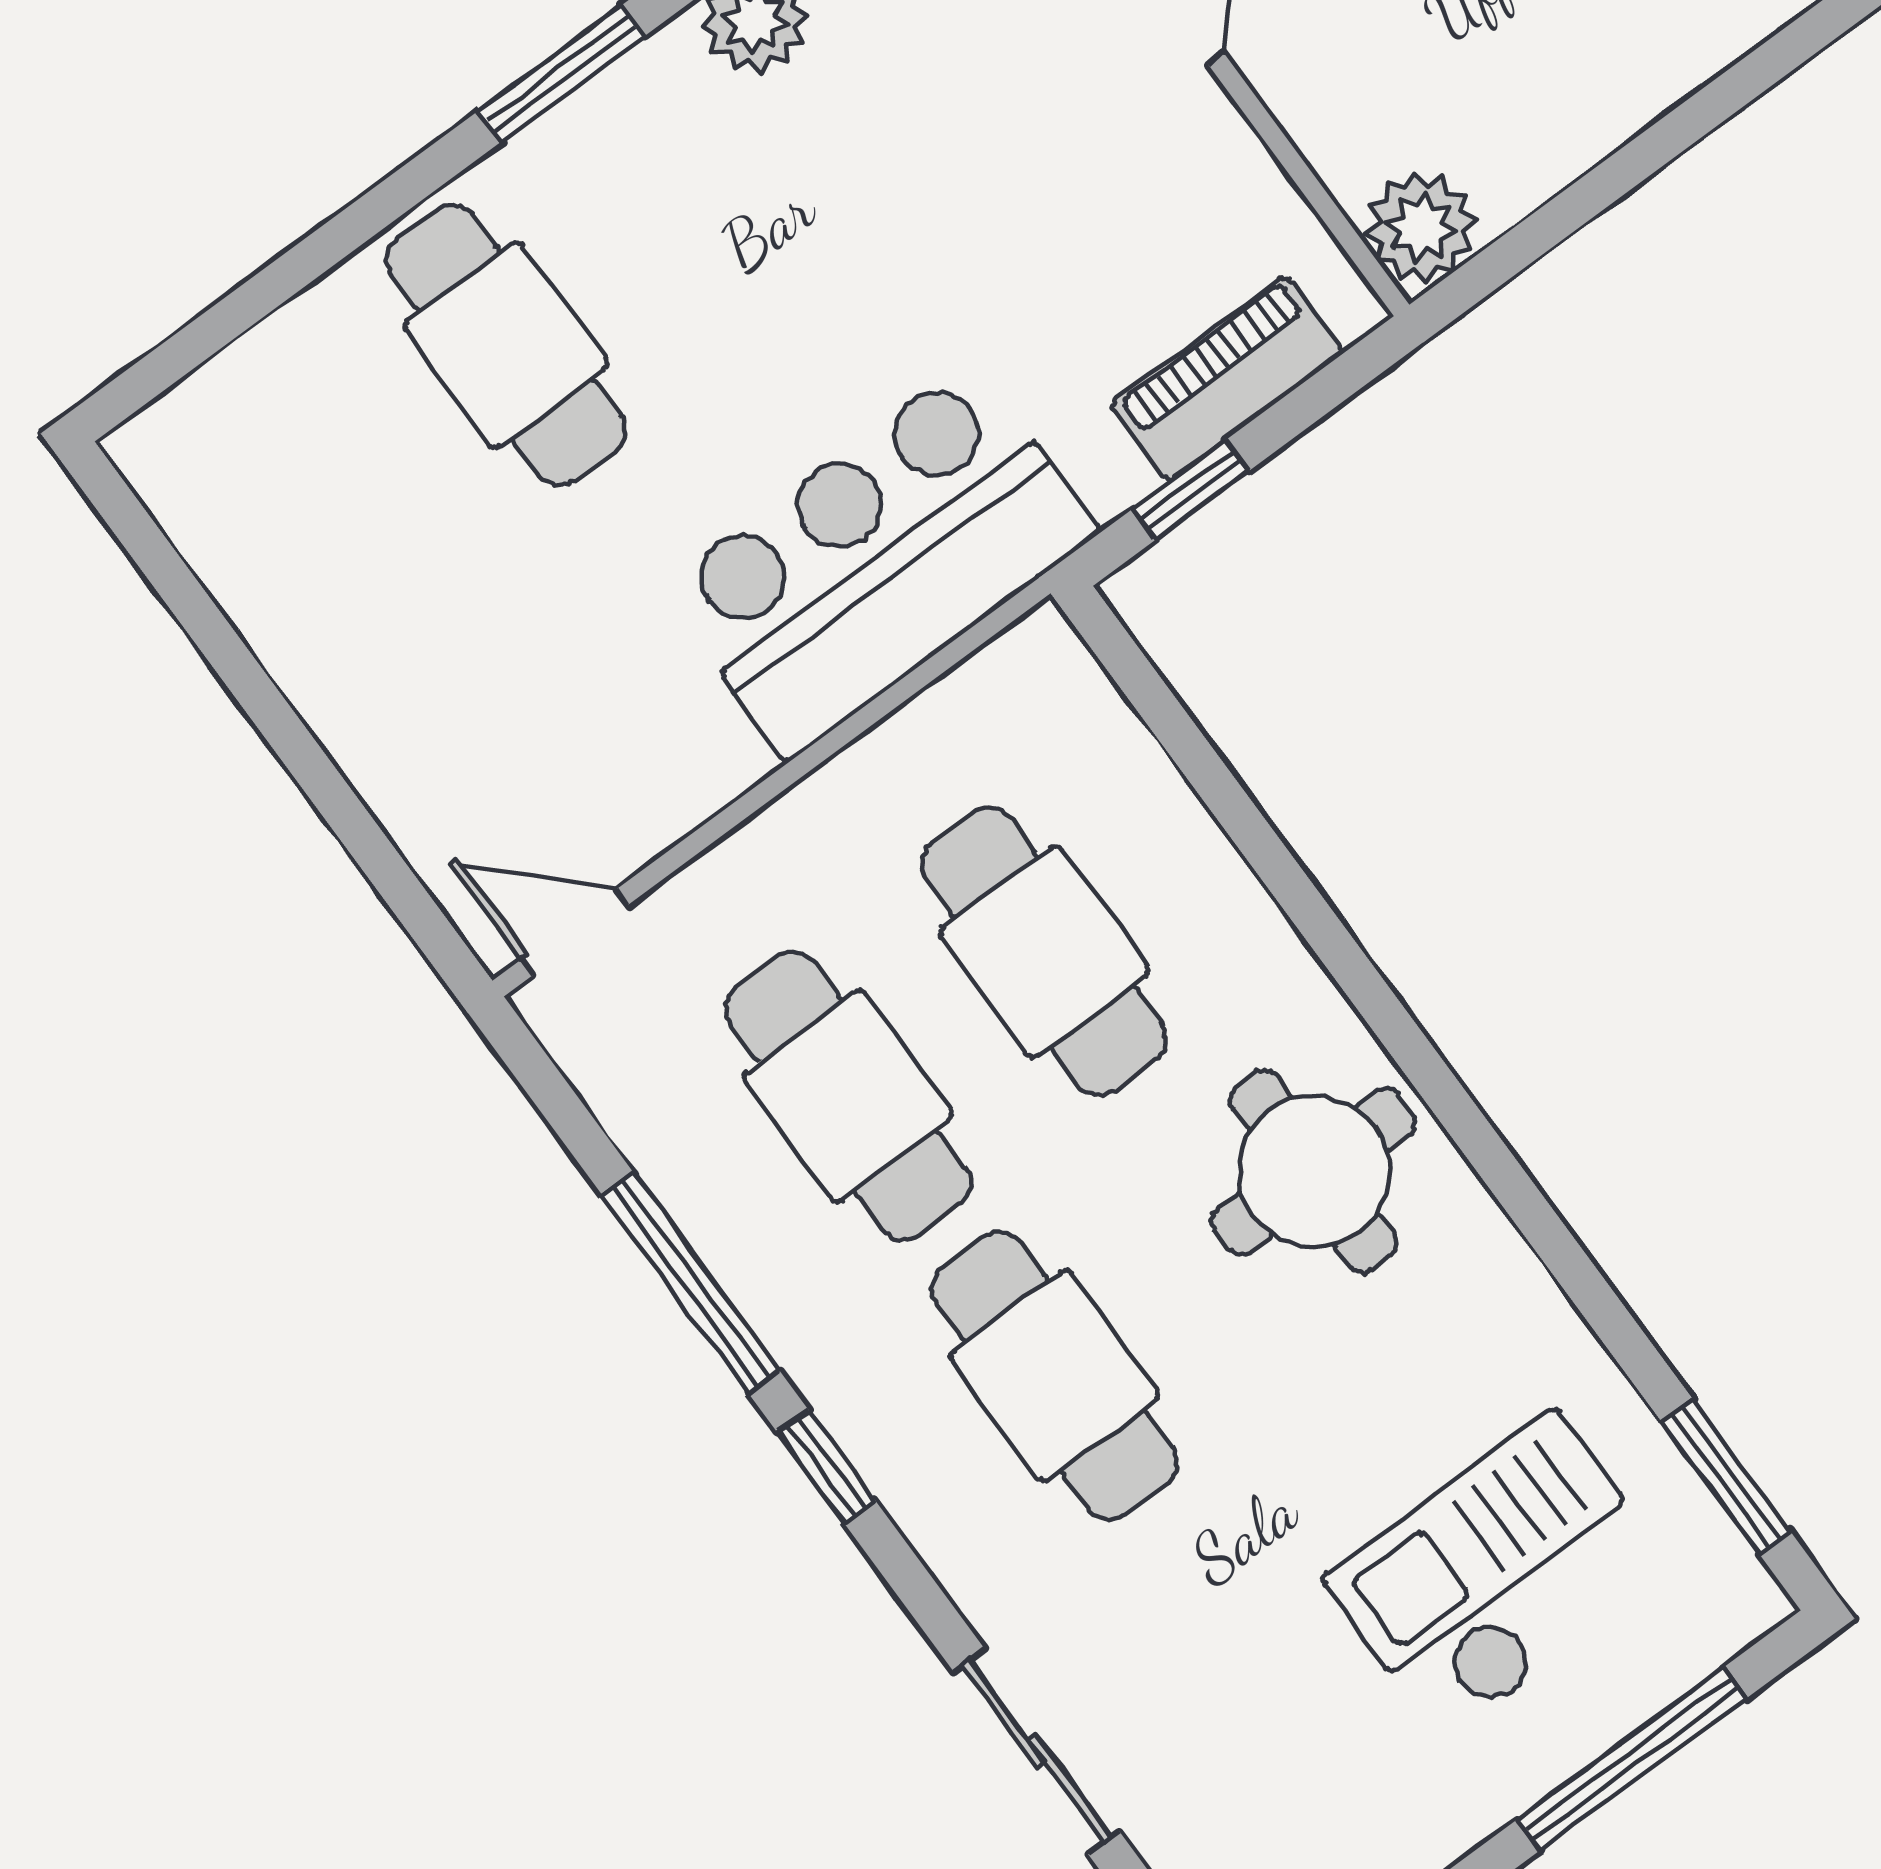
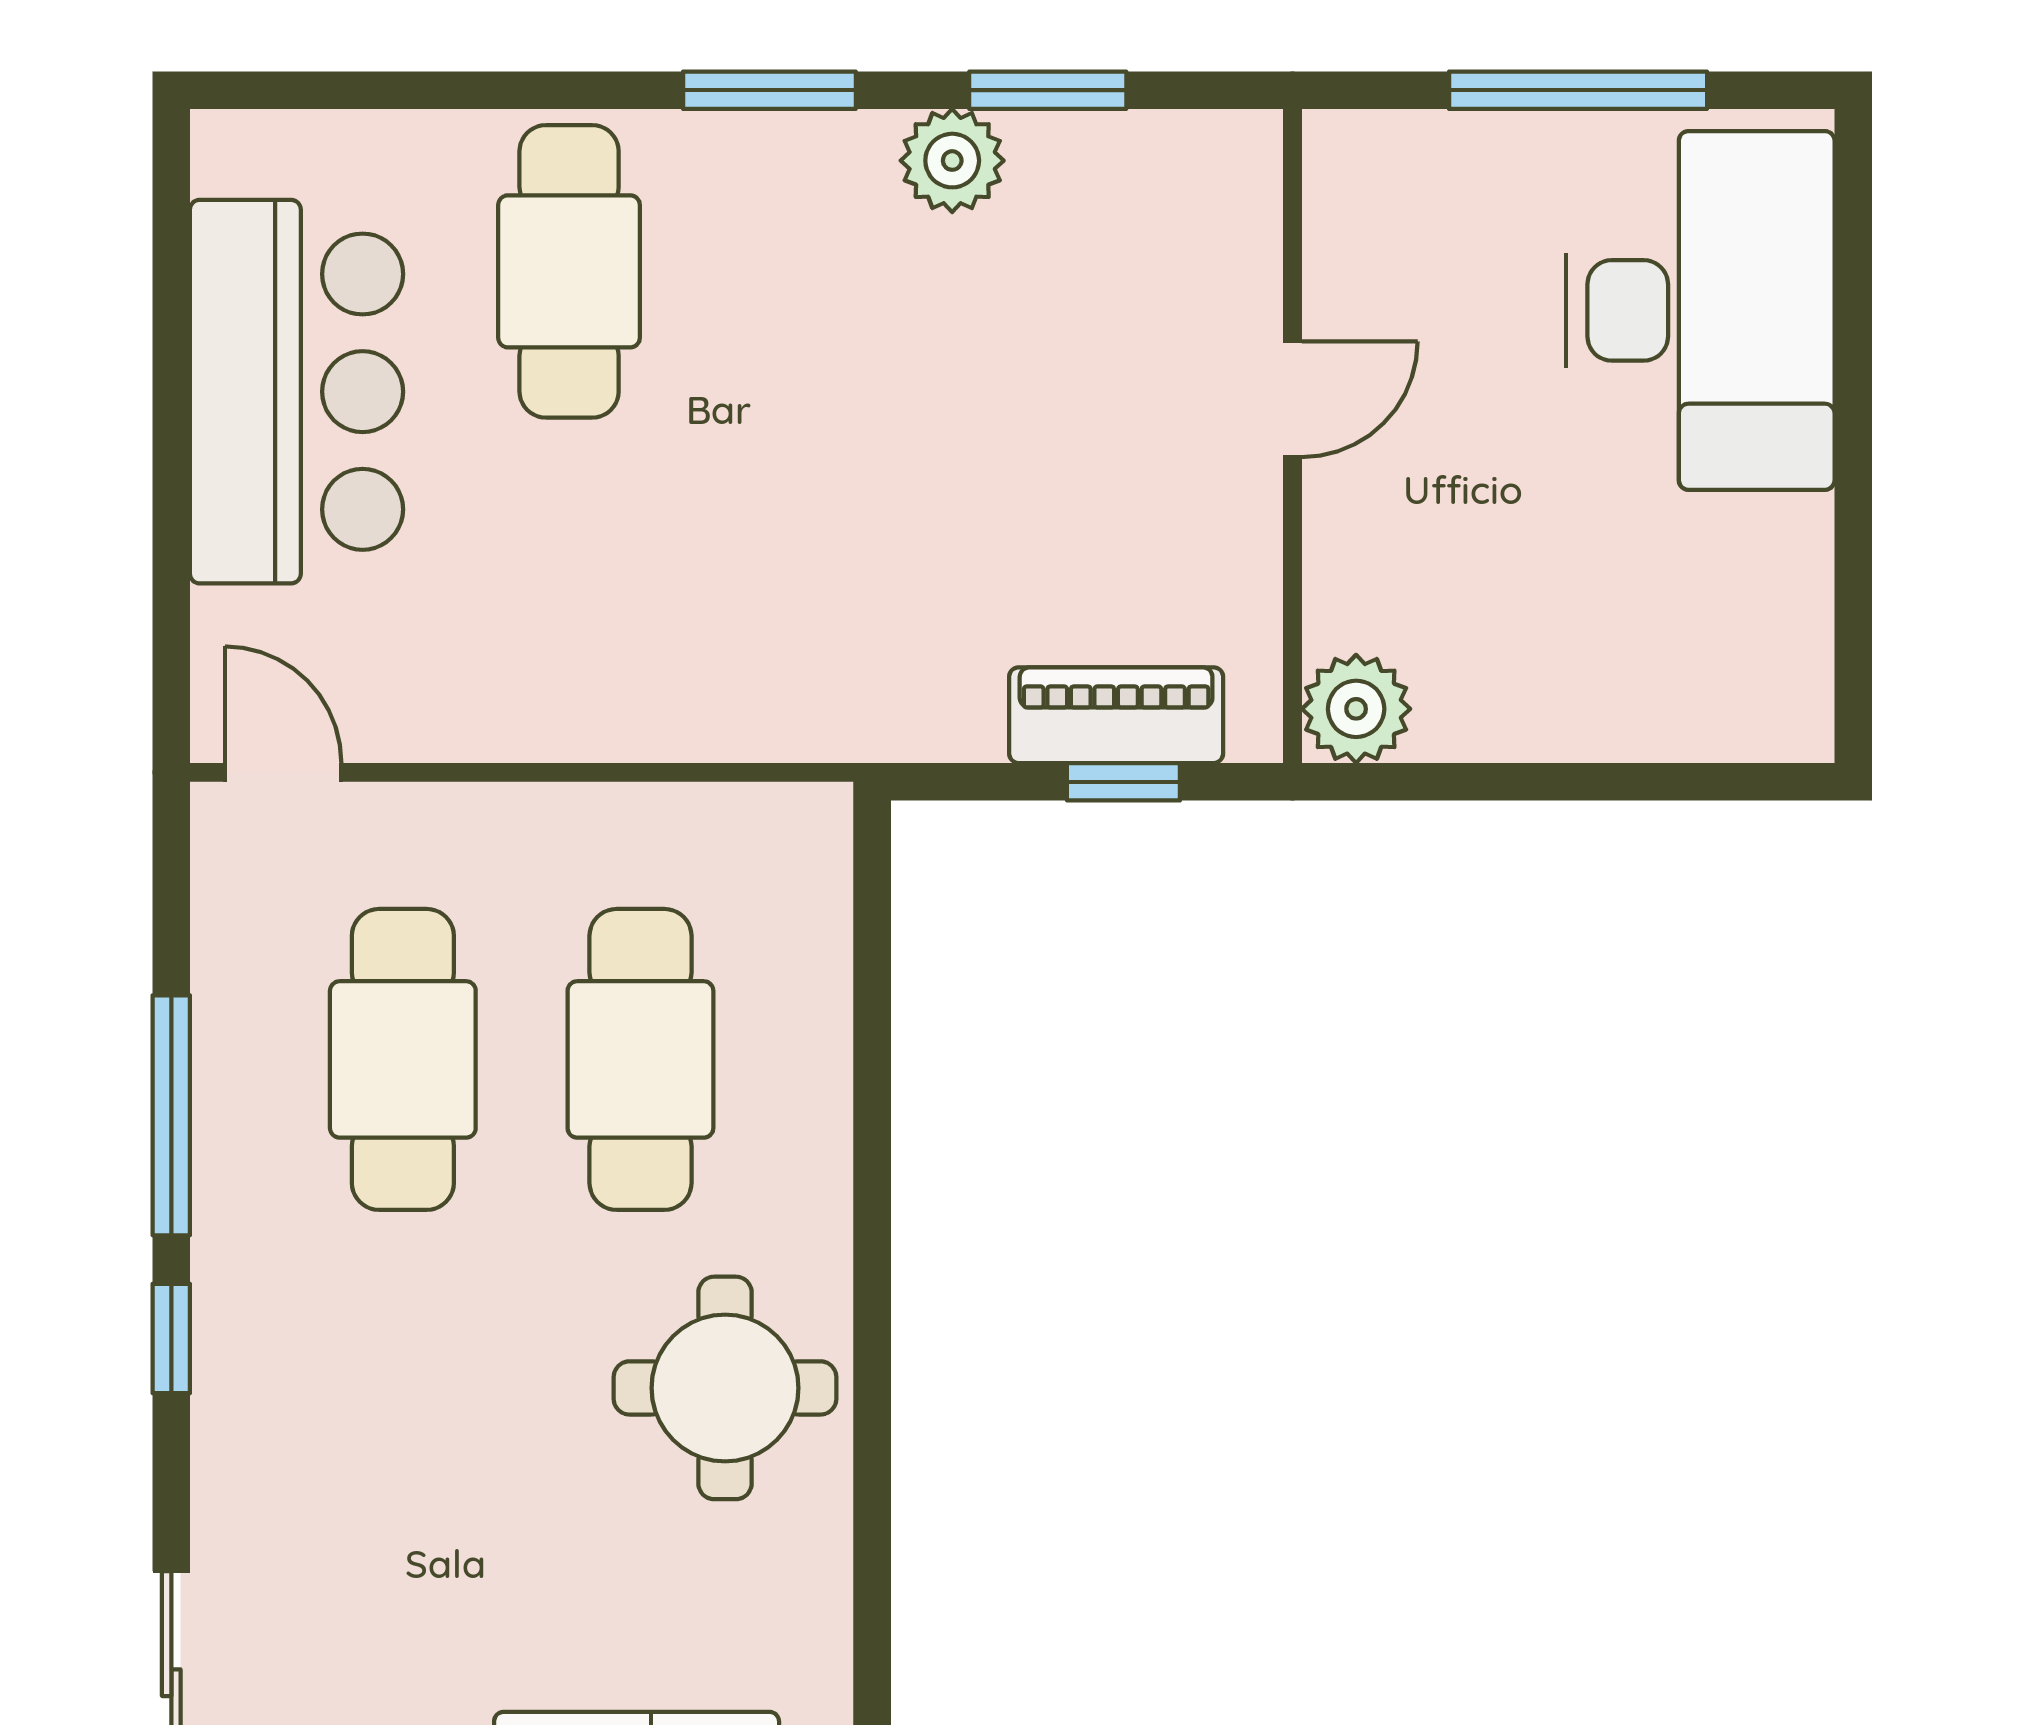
window: (1191, 490) -> (1123, 782), moved
bar counter: (880, 560) -> (297, 392), moved, turned 90
cafe table: (1054, 1376) -> (403, 1398), removed

